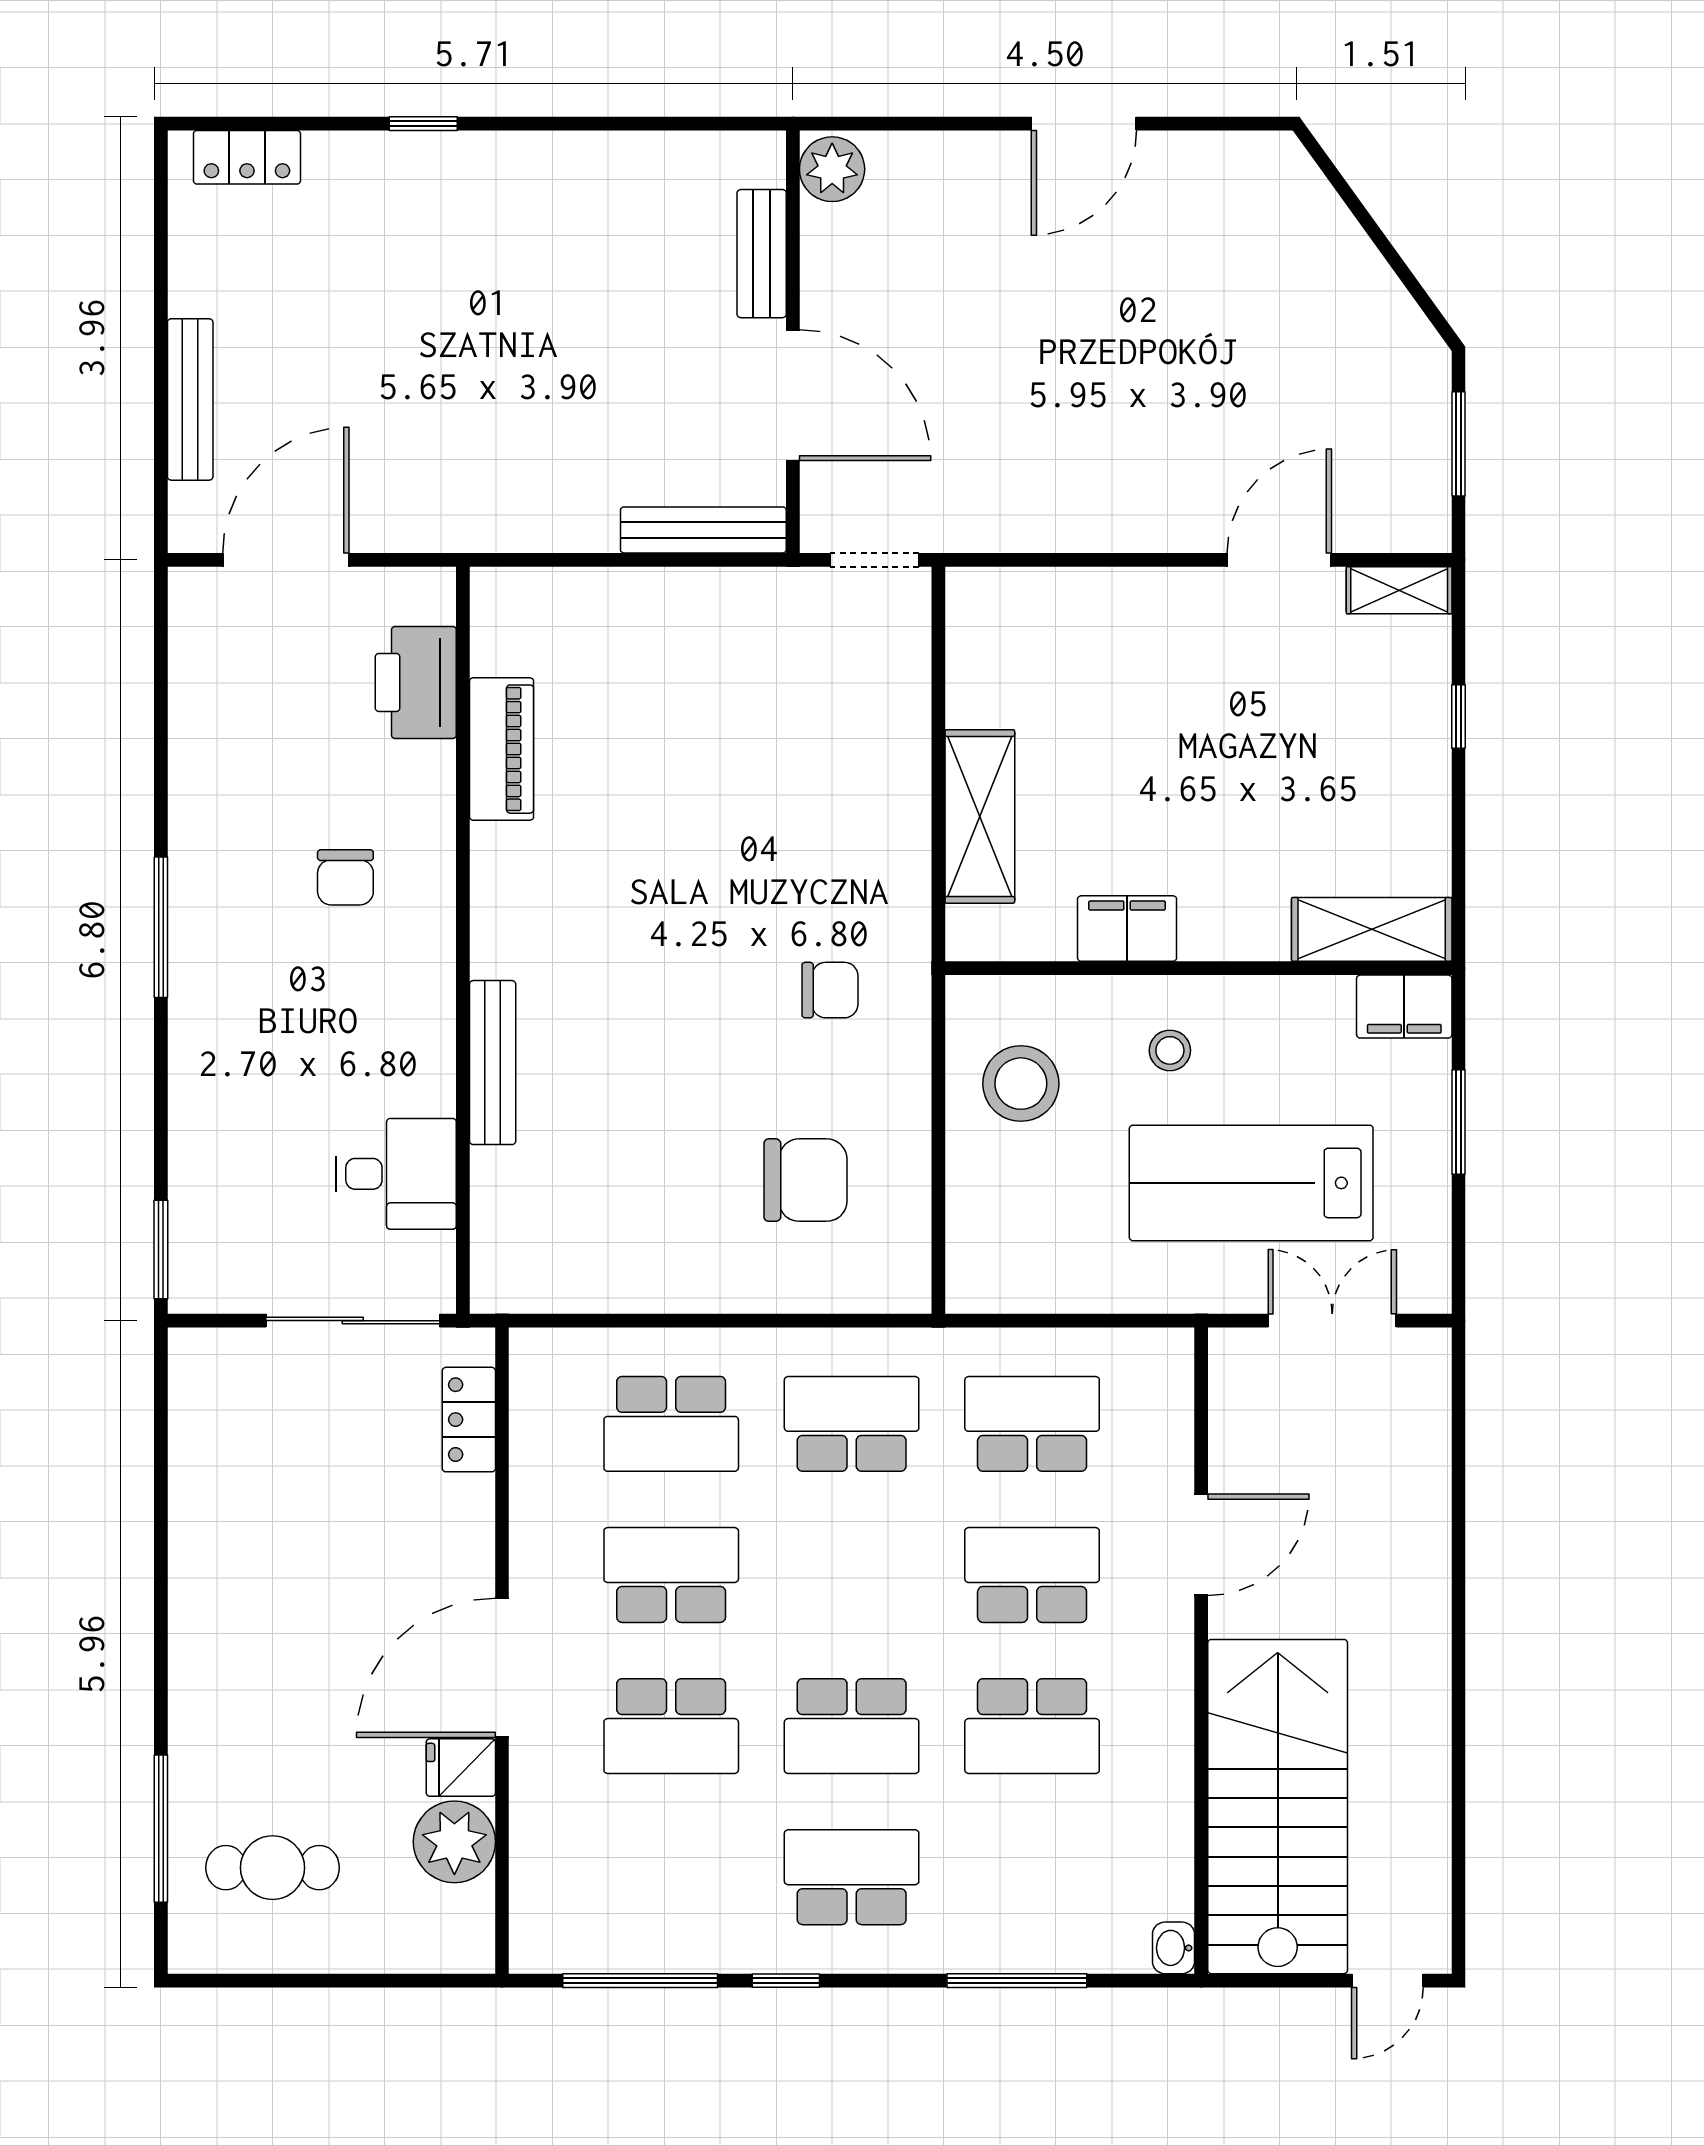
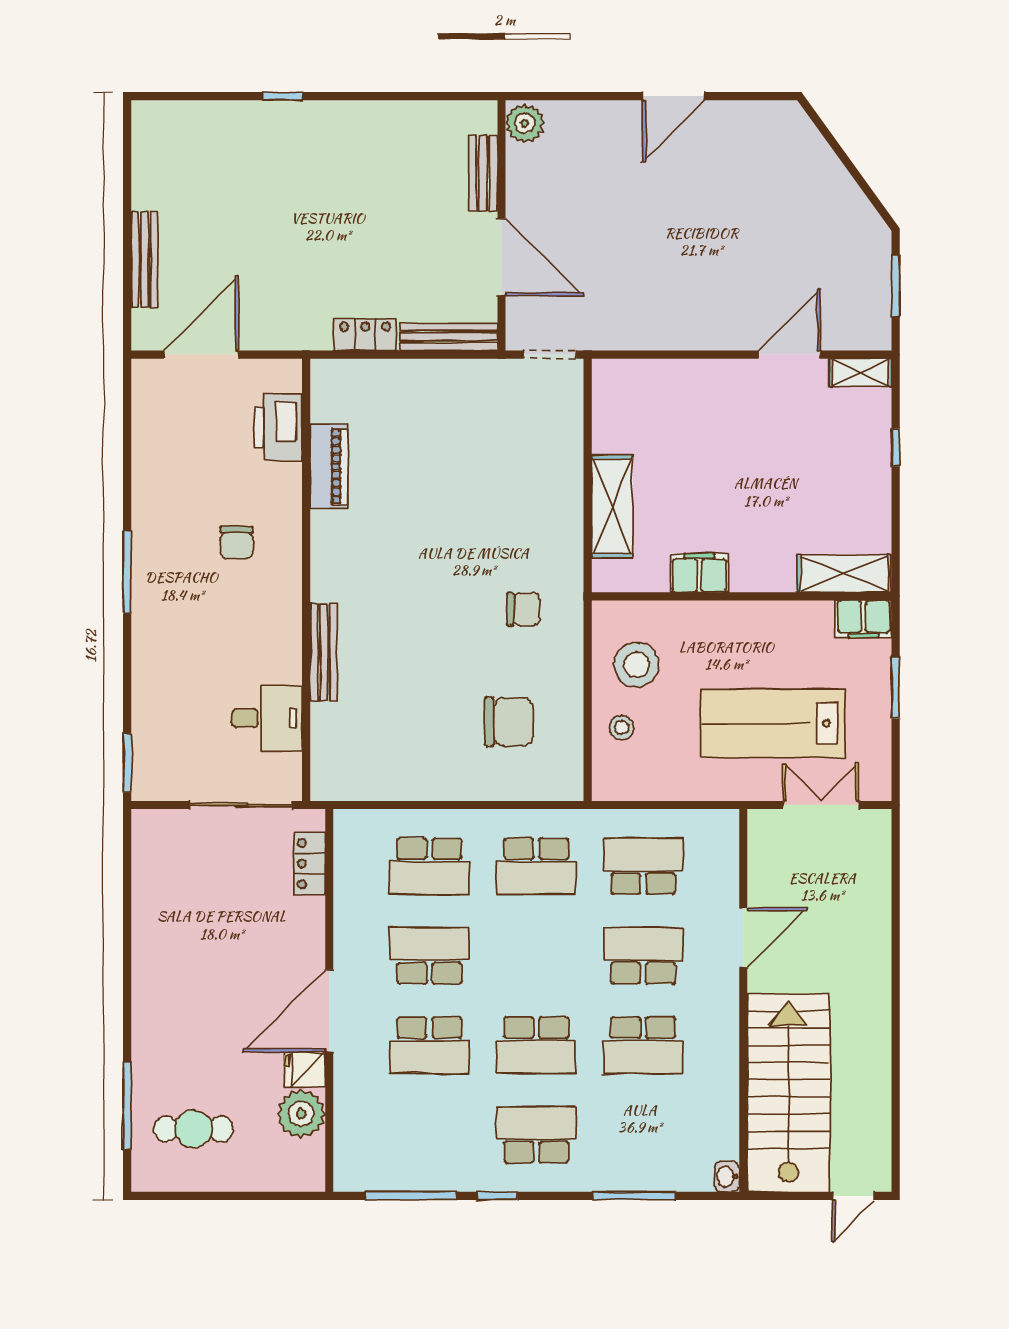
locker: (247, 157) -> (365, 335), moved, turned 180
stool: (1170, 1050) -> (622, 728), moved
school desk: (852, 1424) -> (536, 866), turned 180

